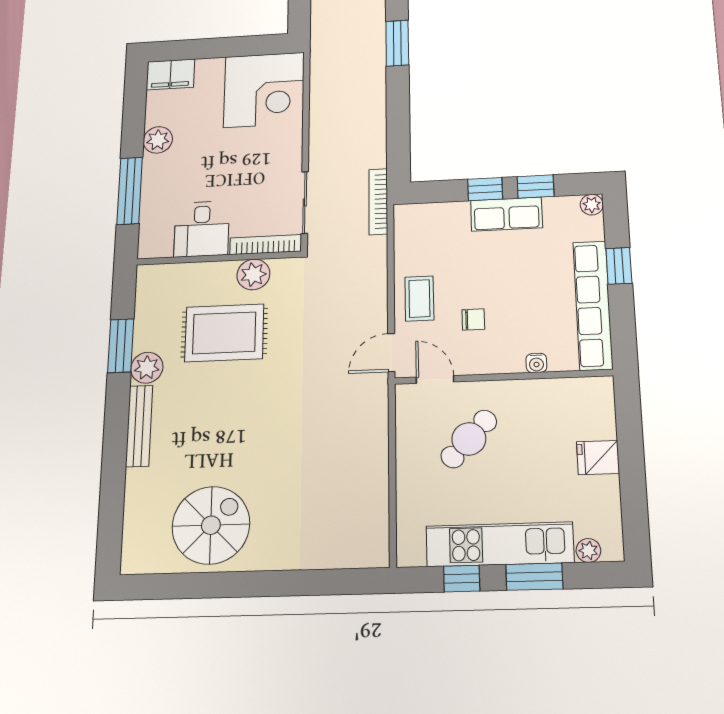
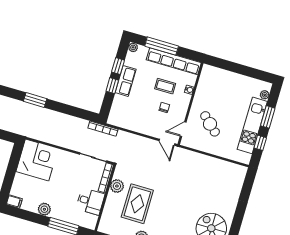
filing cabinet: (170, 74) -> (14, 202), width x0.50
window: (619, 266) -> (162, 46), width x2.17
coffee table: (419, 298) -> (165, 86), moved
fridge: (598, 458) -> (232, 80), removed

